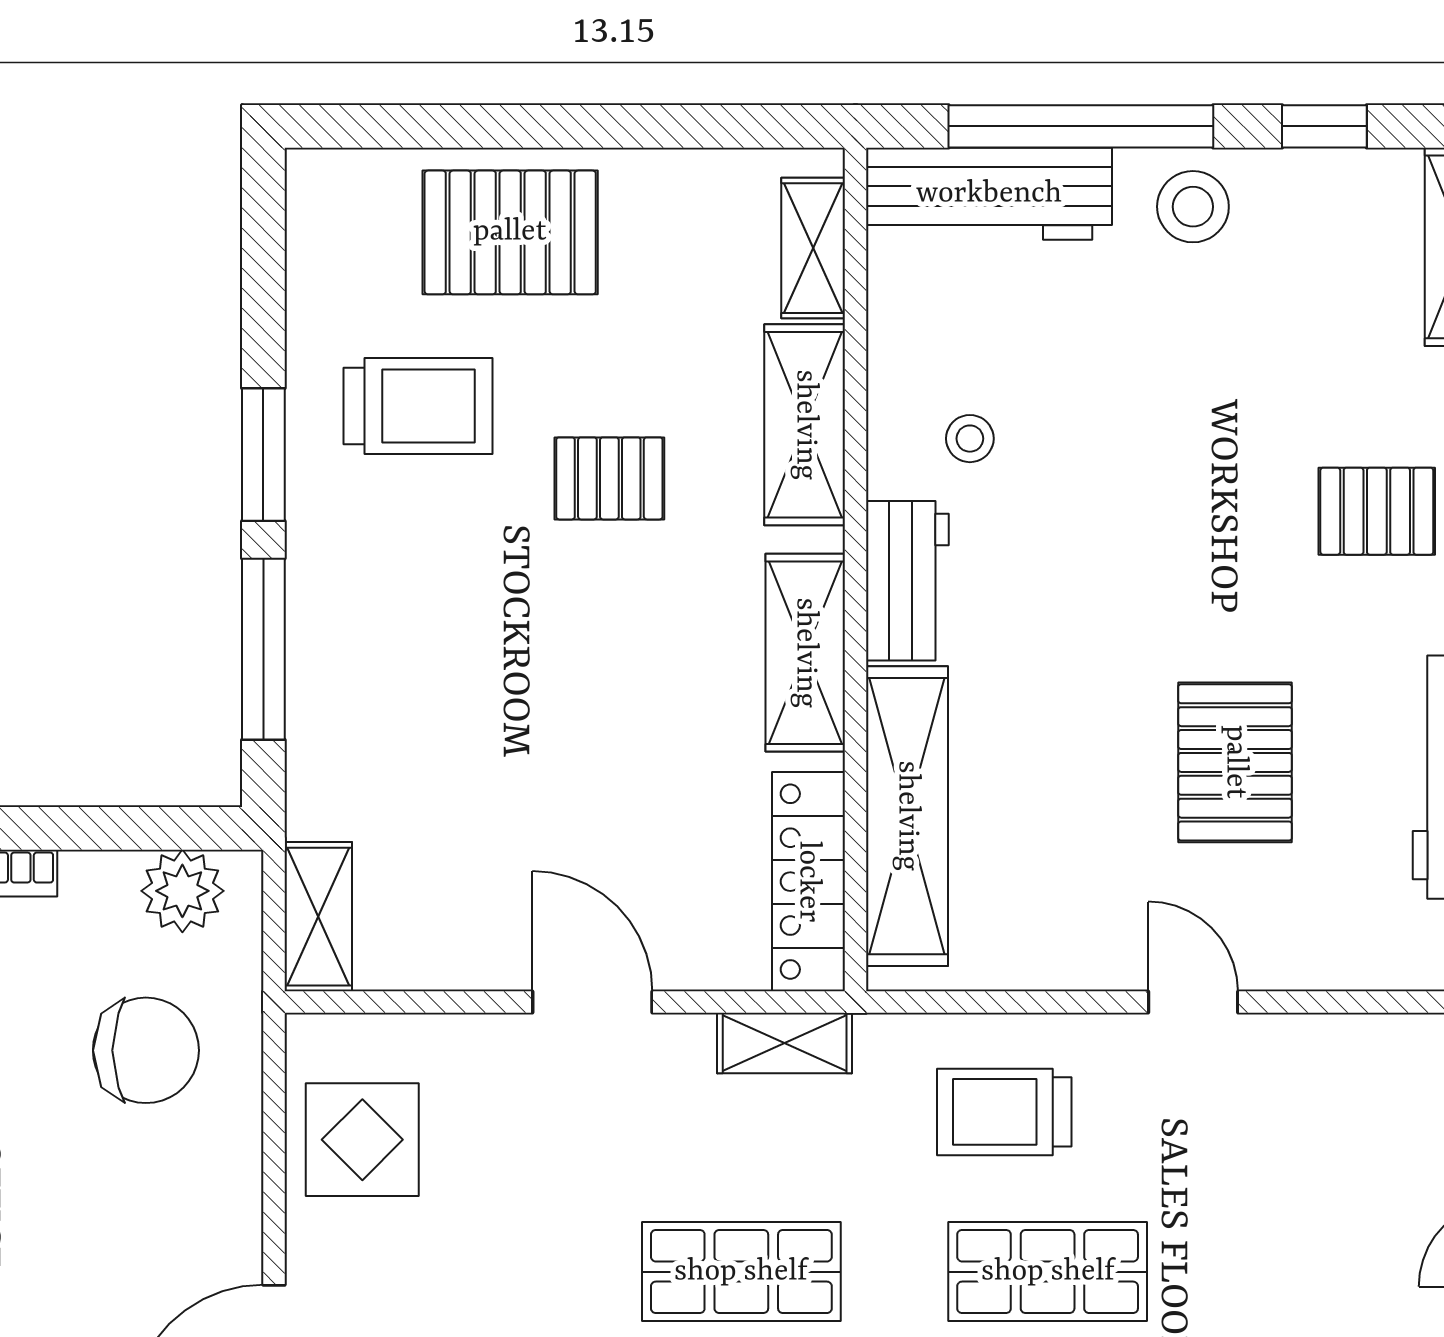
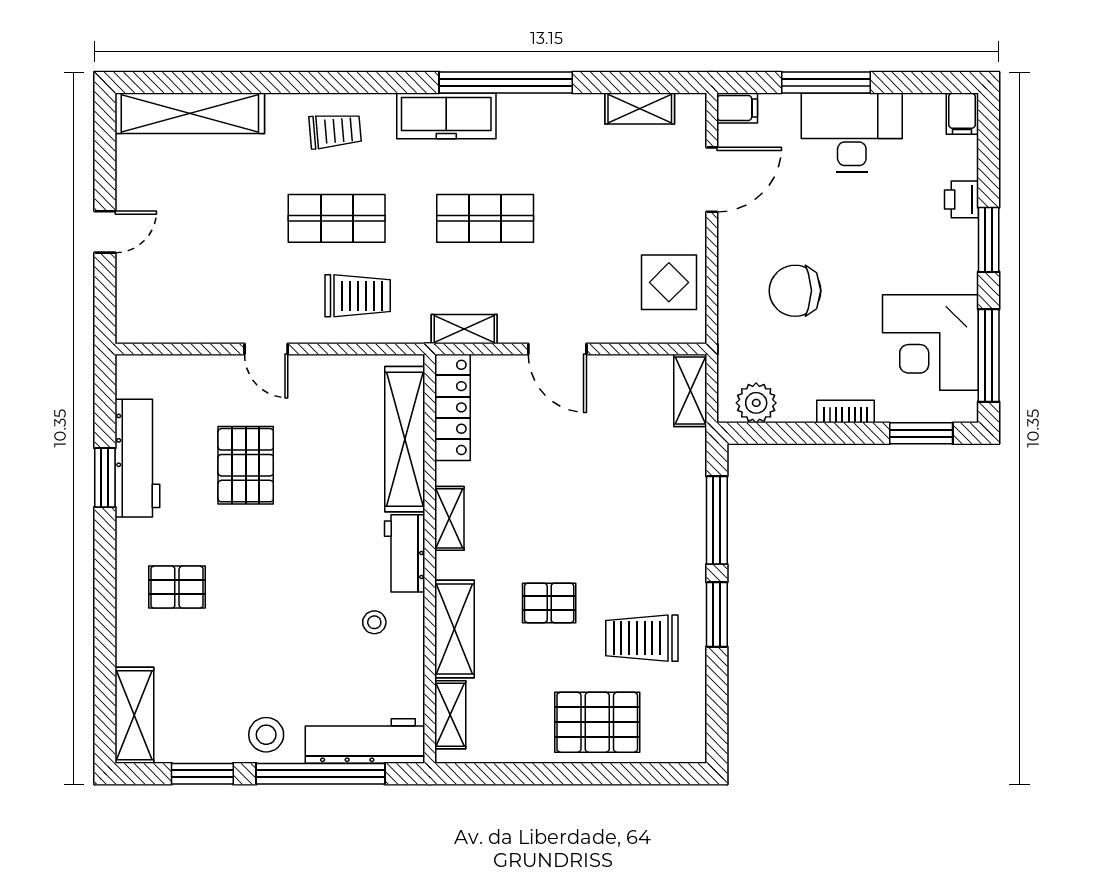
window: (1324, 126) -> (202, 774), width x1.50
shelving: (805, 653) -> (449, 518), width x0.67, depth x0.75
chair: (146, 1050) -> (795, 291), moved

